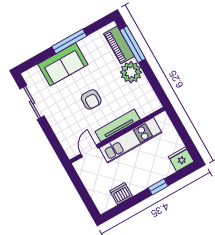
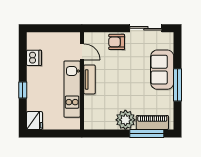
armchair: (91, 99) -> (117, 42), moved
tv unit: (118, 125) -> (89, 79), width x0.71

